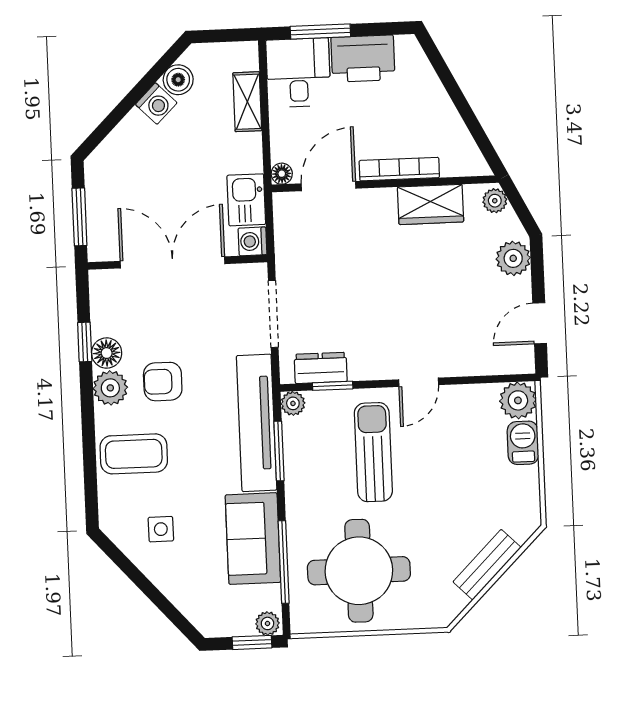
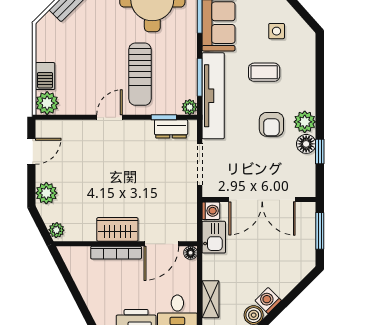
wardrobe: (431, 204) -> (117, 229), moved
armchair: (163, 382) -> (271, 124), turned 90
coffee table: (134, 454) -> (264, 72), moved, width x0.73, depth x0.77

